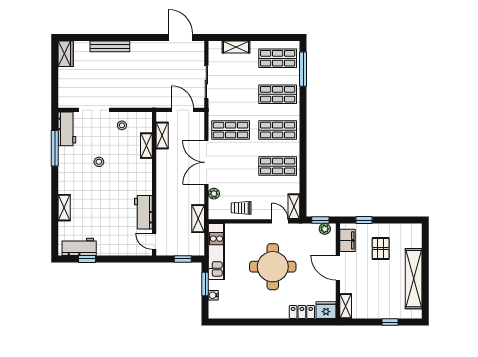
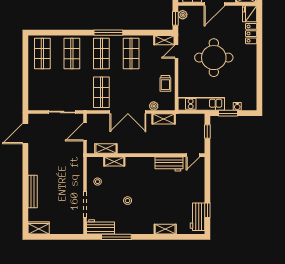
shelving: (236, 47) -> (33, 88), removed
window: (303, 69) -> (108, 33), moved
shelving: (198, 219) -> (164, 119), moved

